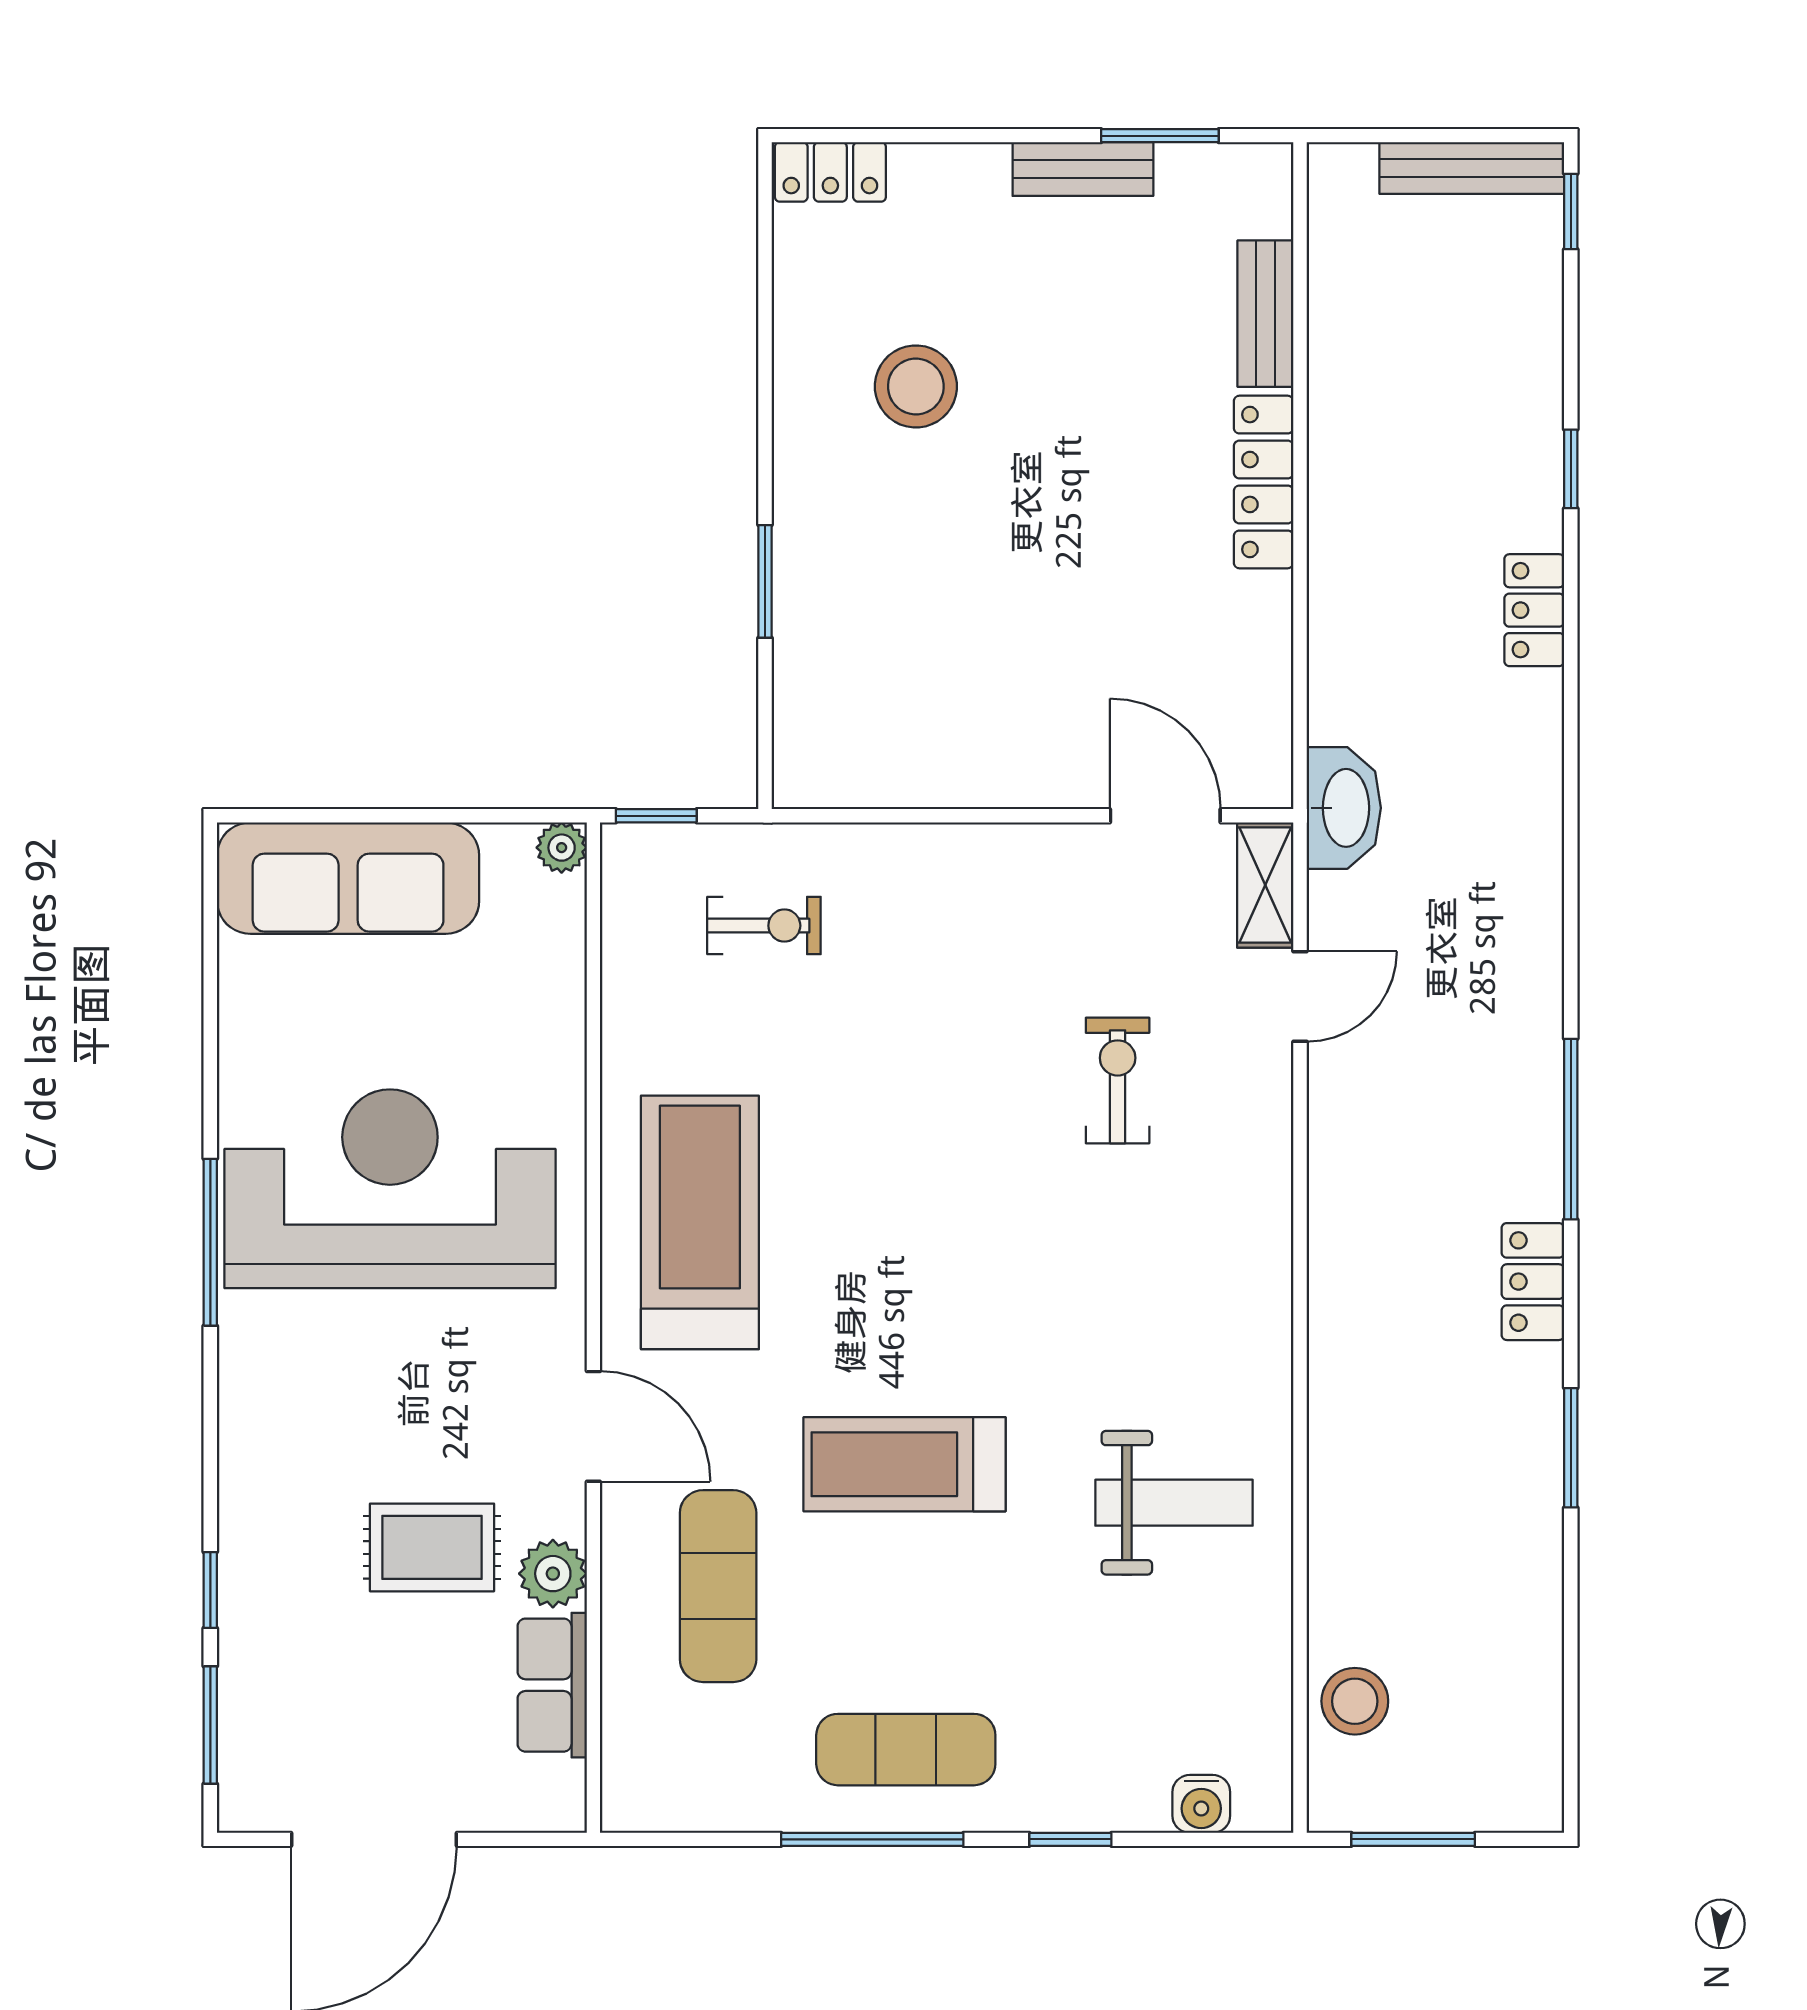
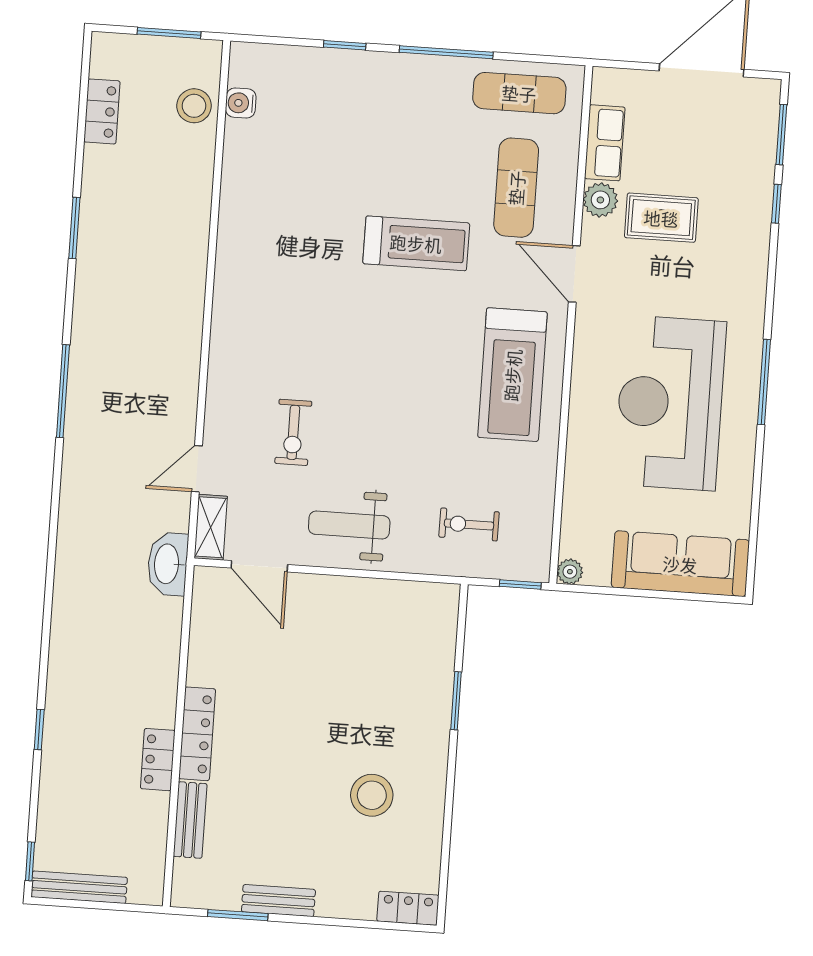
locker: (1534, 610) -> (158, 760), moved, turned 180
reception desk: (390, 1189) -> (670, 403), turned 90
locker: (1533, 1282) -> (102, 111), moved
weight bench: (1174, 1503) -> (349, 525), moved
exercise mat: (906, 1750) -> (519, 93), moved
water cooler: (1201, 1804) -> (241, 103), moved, turned -90

